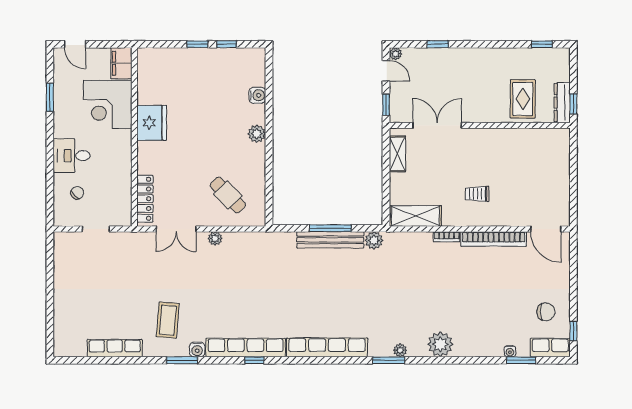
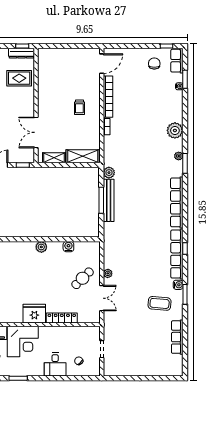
water cooler: (257, 95) -> (68, 247), moved
cafe table: (228, 195) -> (83, 278), moved
locker: (145, 199) -> (62, 318), moved
shelving: (415, 216) -> (83, 156), moved, turned 90

